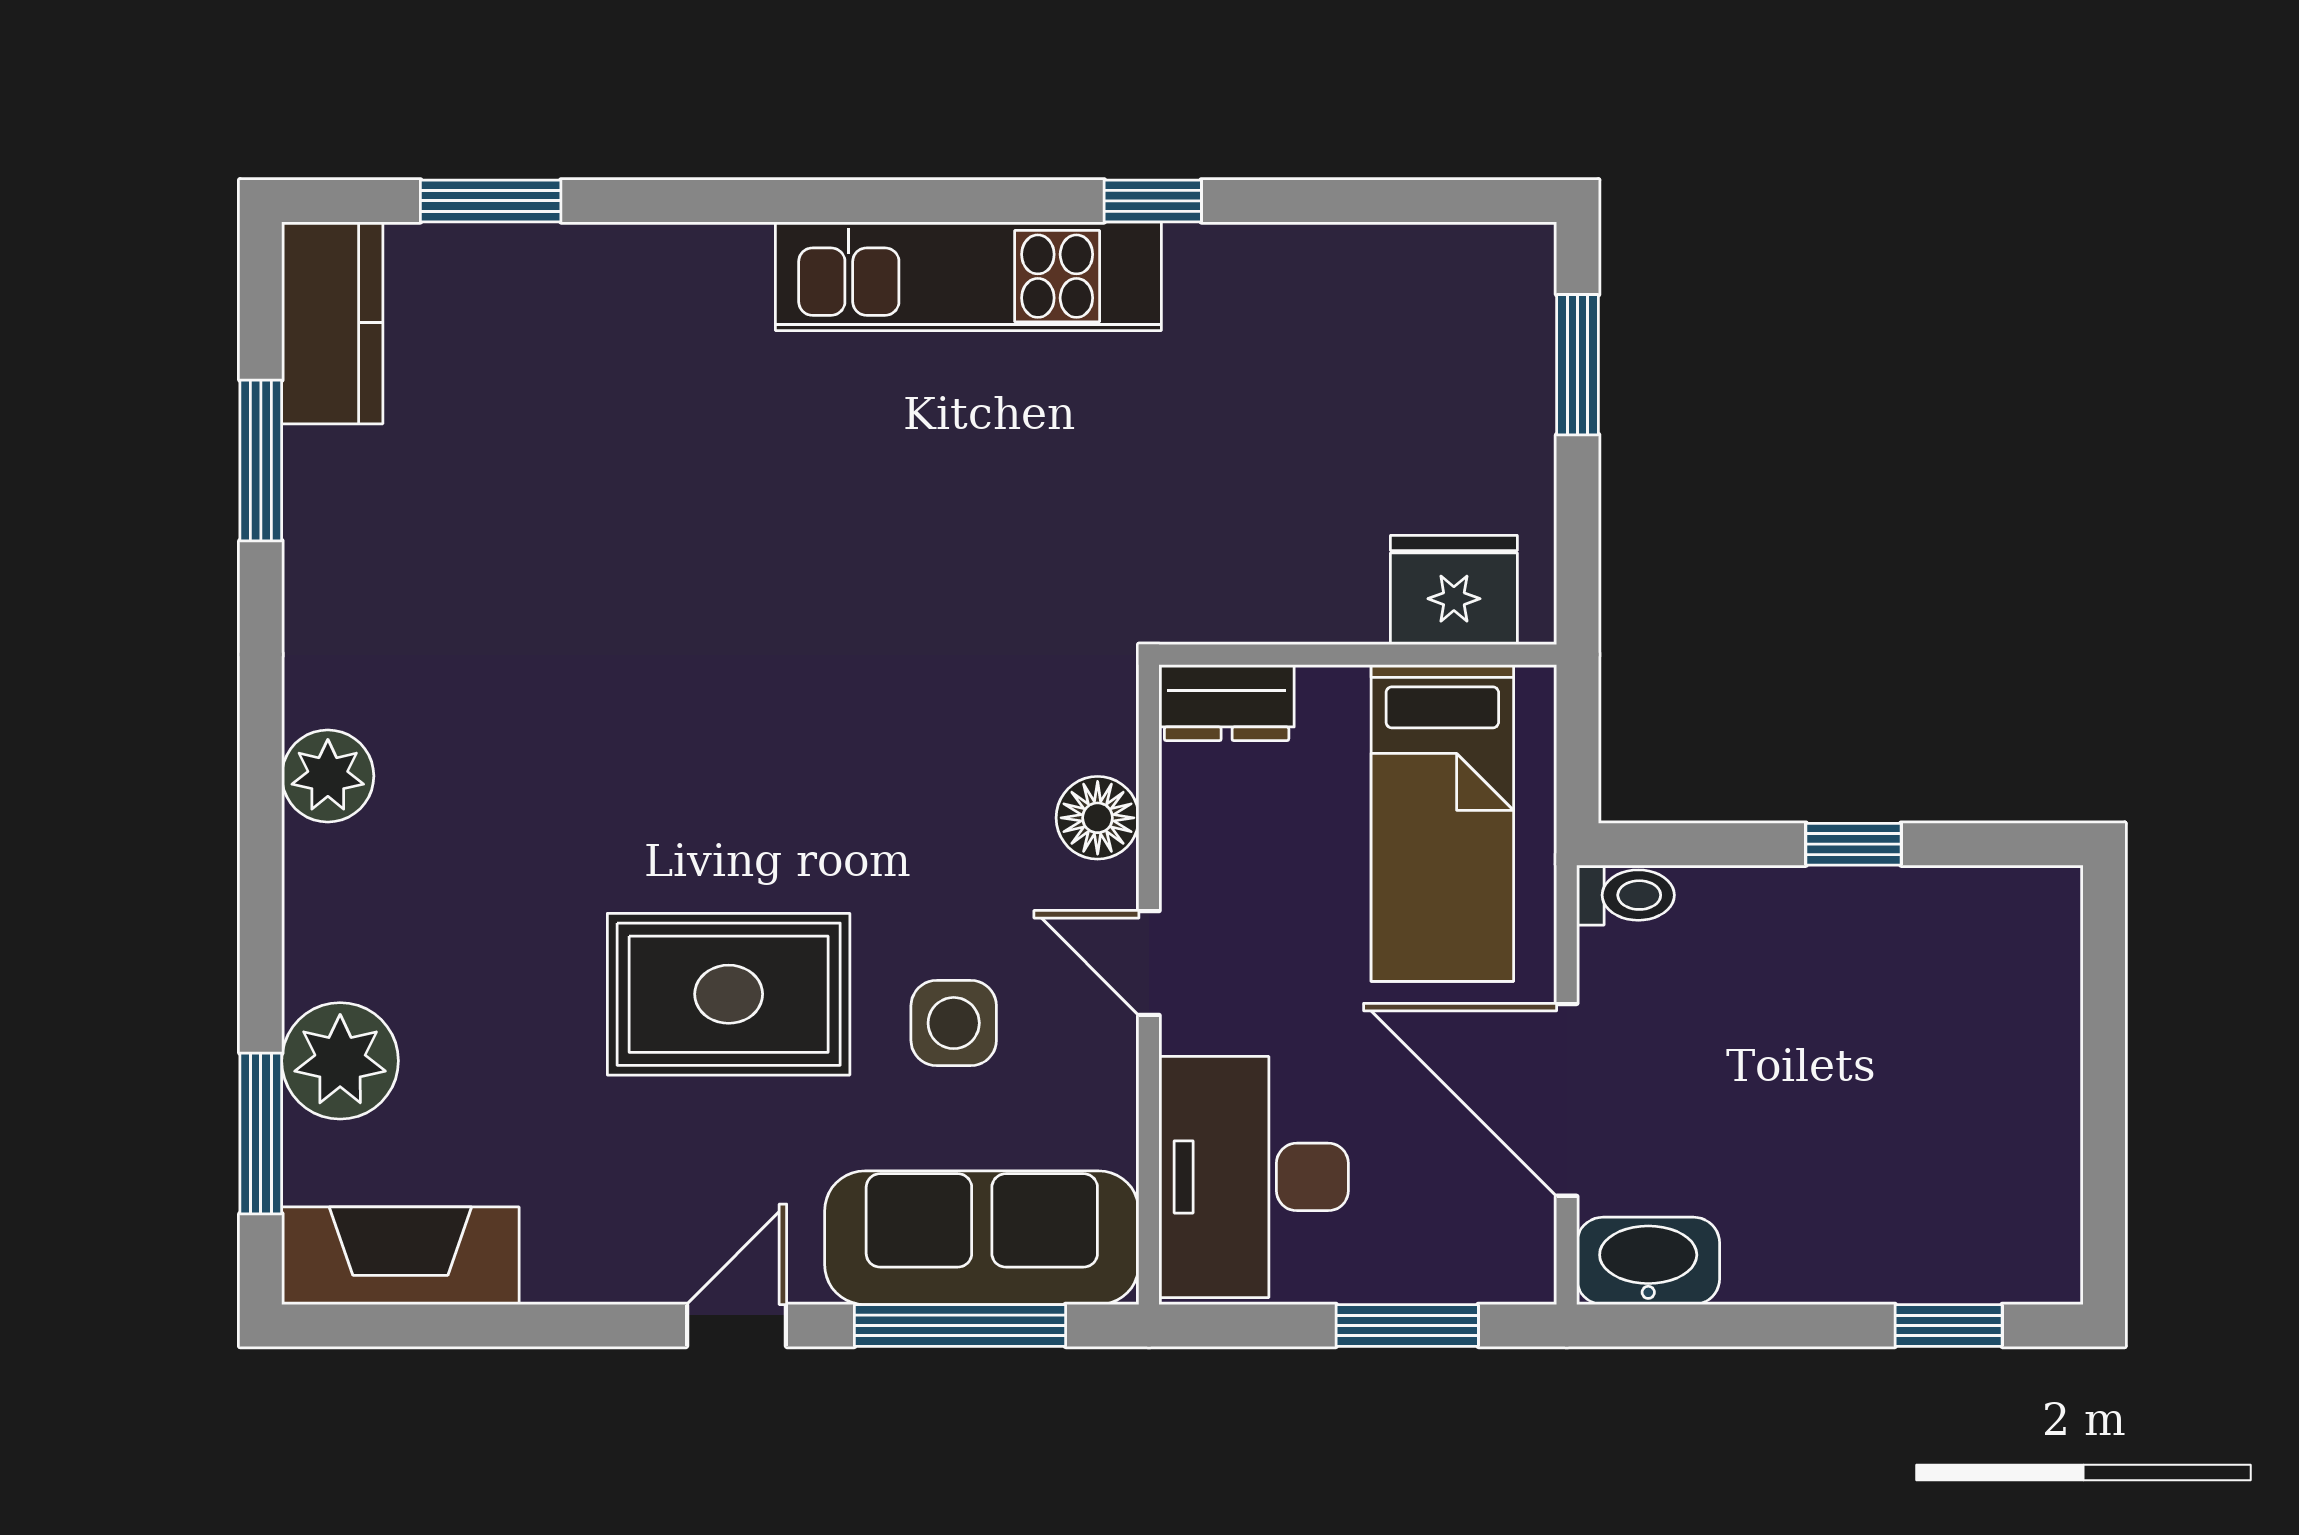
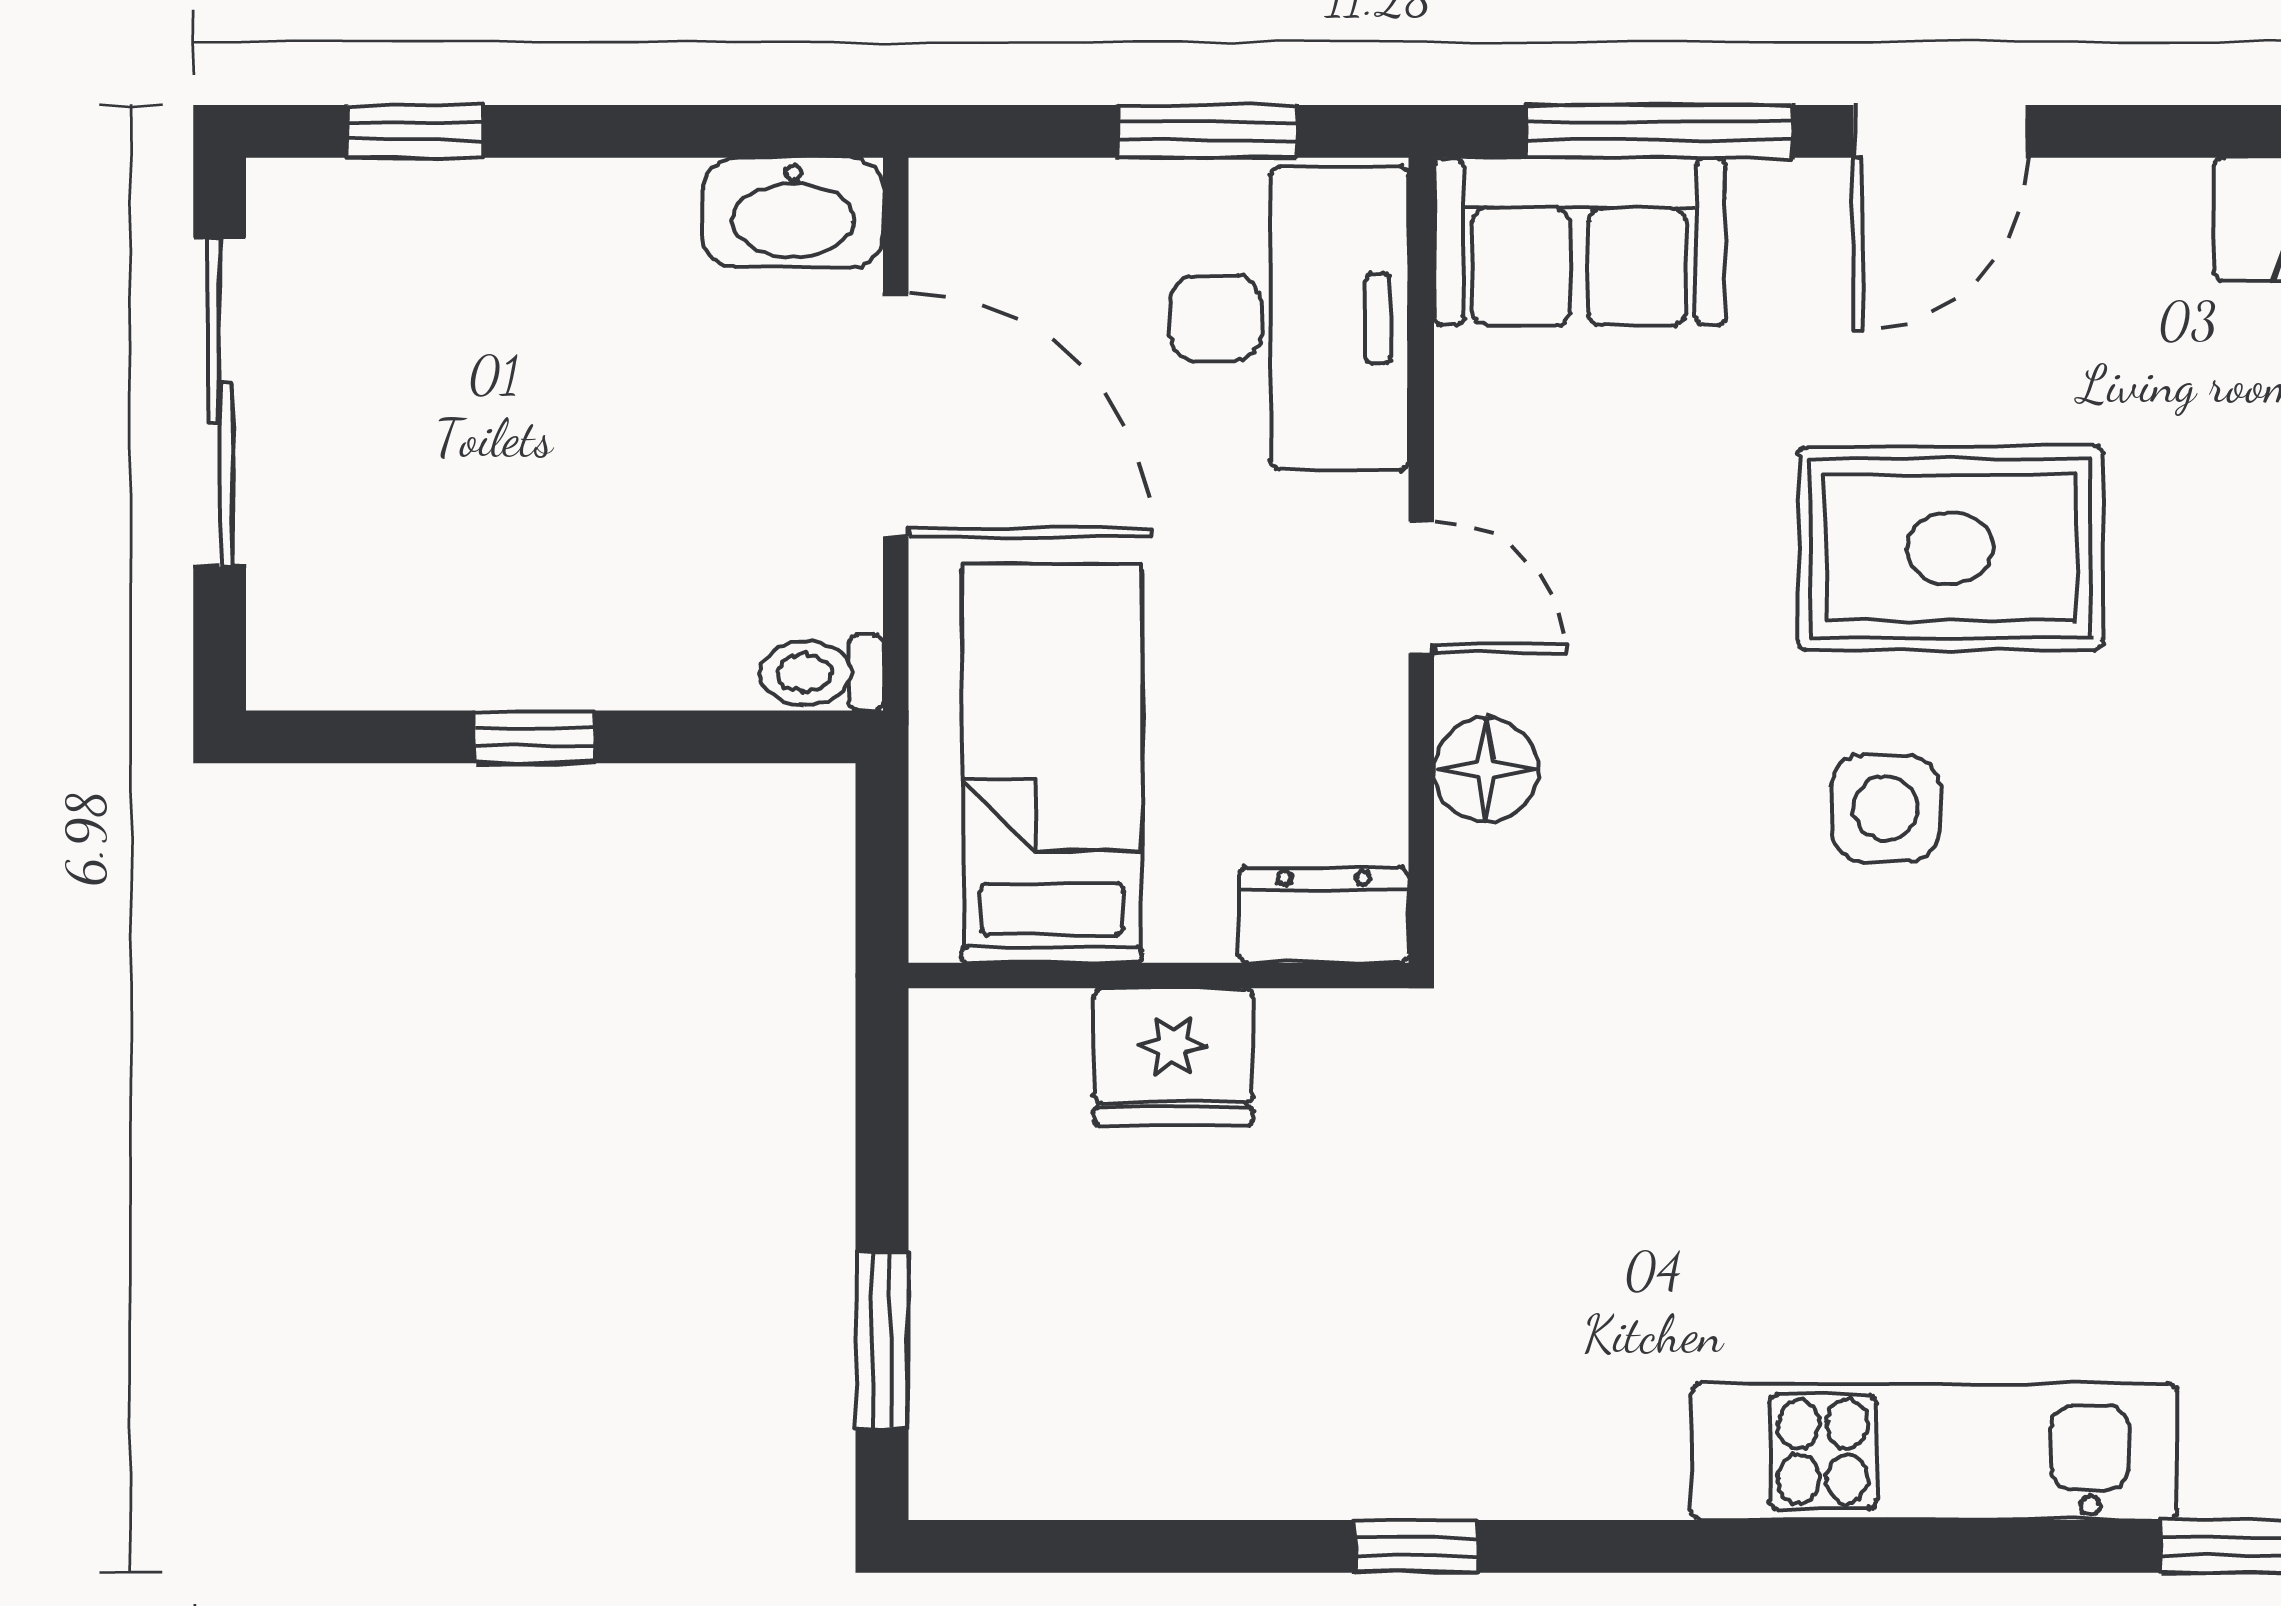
kitchen unit: (968, 276) -> (1934, 1452), moved
fridge: (1454, 590) -> (1173, 1057), moved
side table: (954, 1023) -> (1885, 808), moved
sliding door: (2104, 1110) -> (220, 402), added
sofa: (982, 1238) -> (1579, 242), width x0.73
door: (736, 1325) -> (1940, 131), width x1.38
window: (1407, 1325) -> (1207, 131), moved

